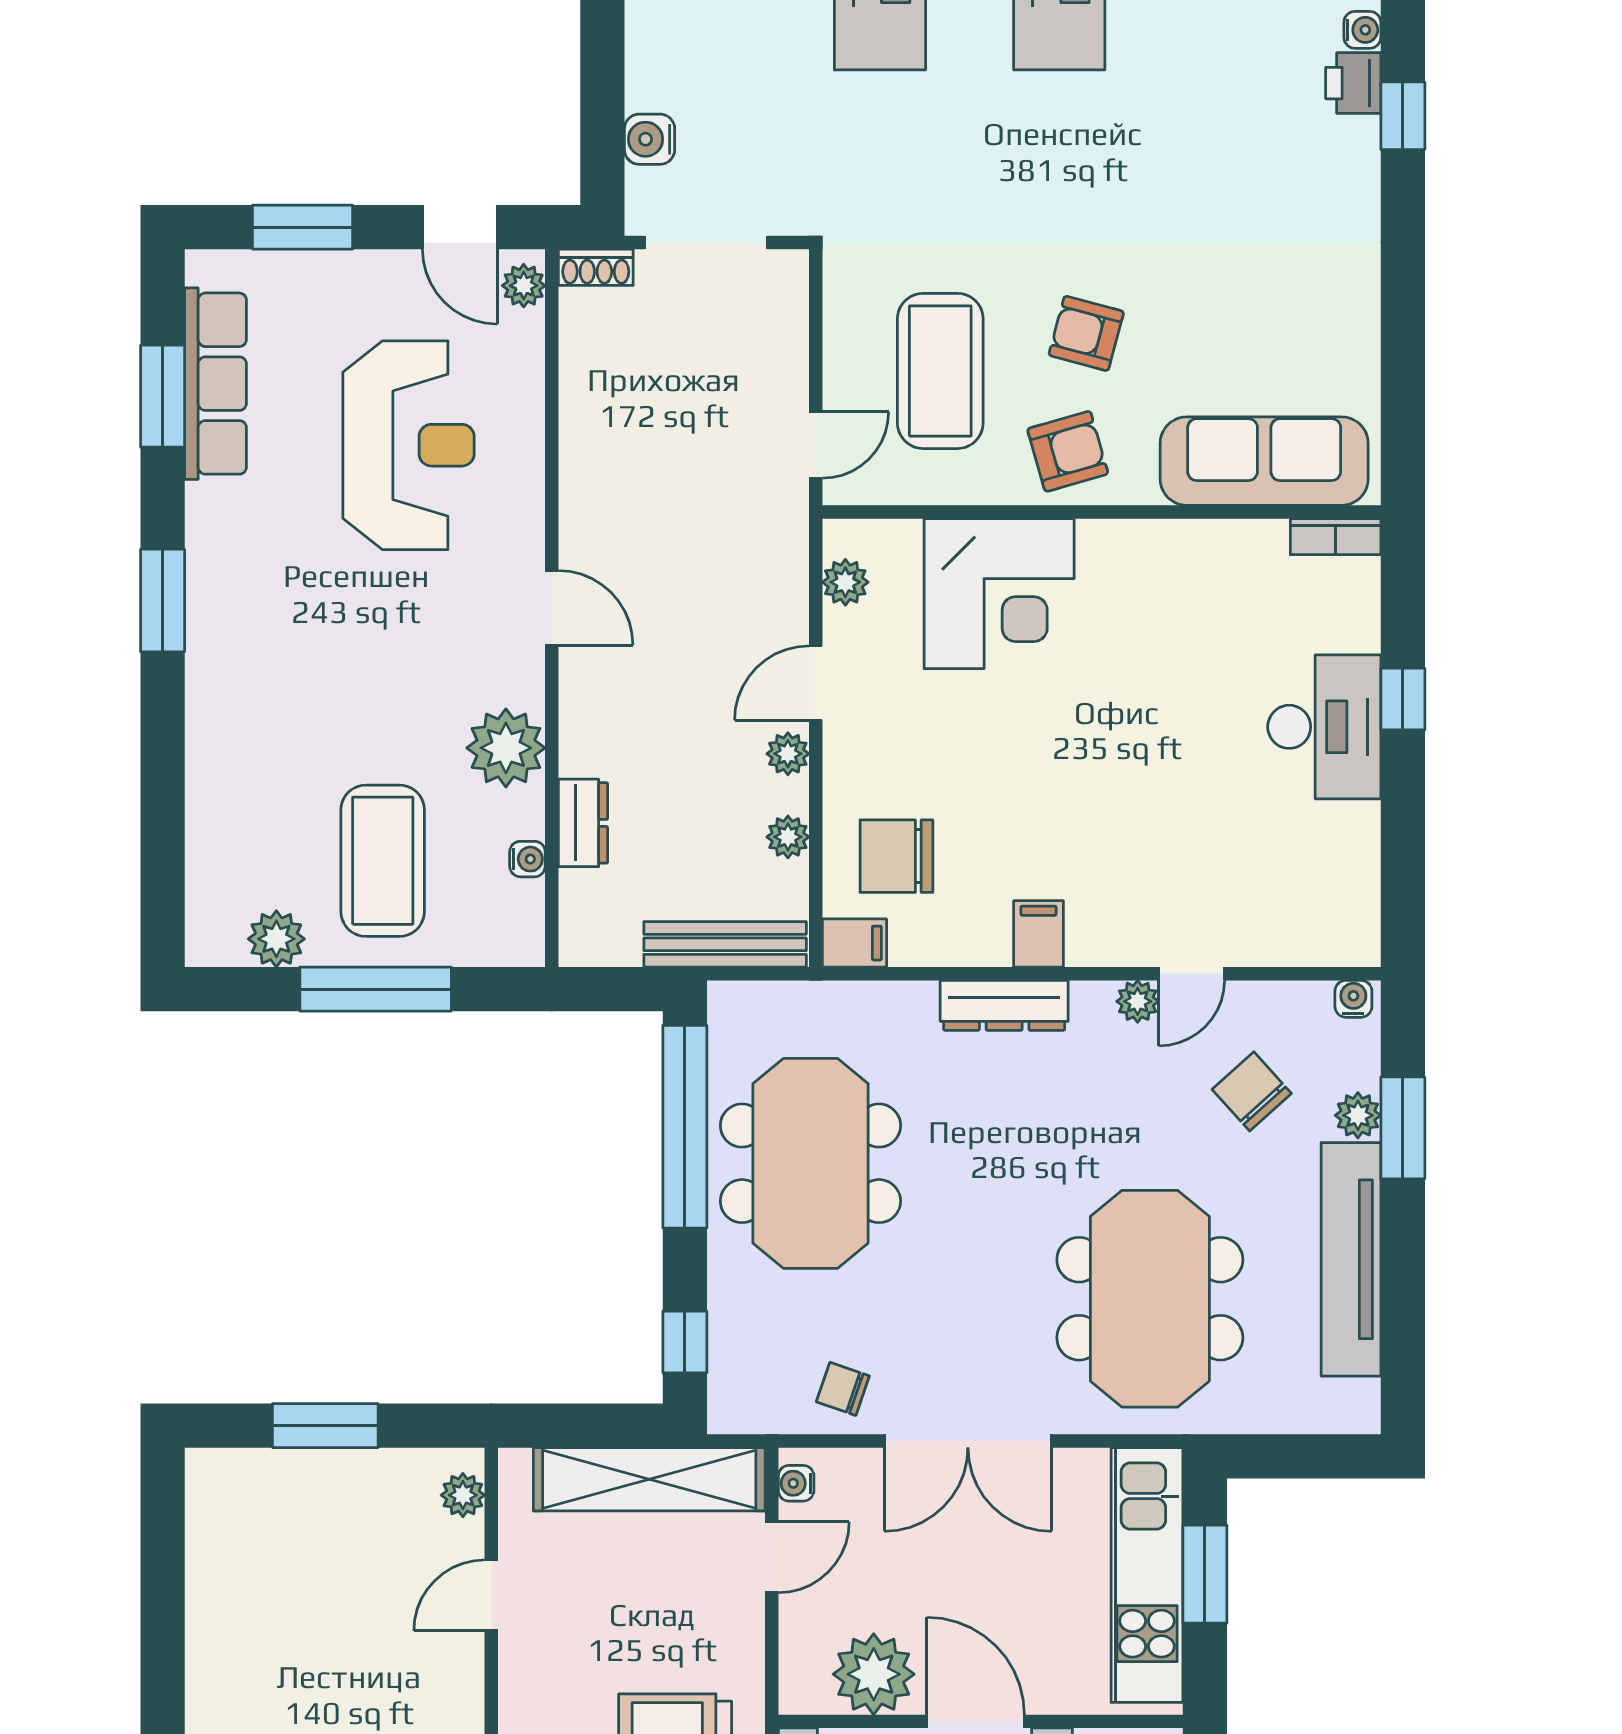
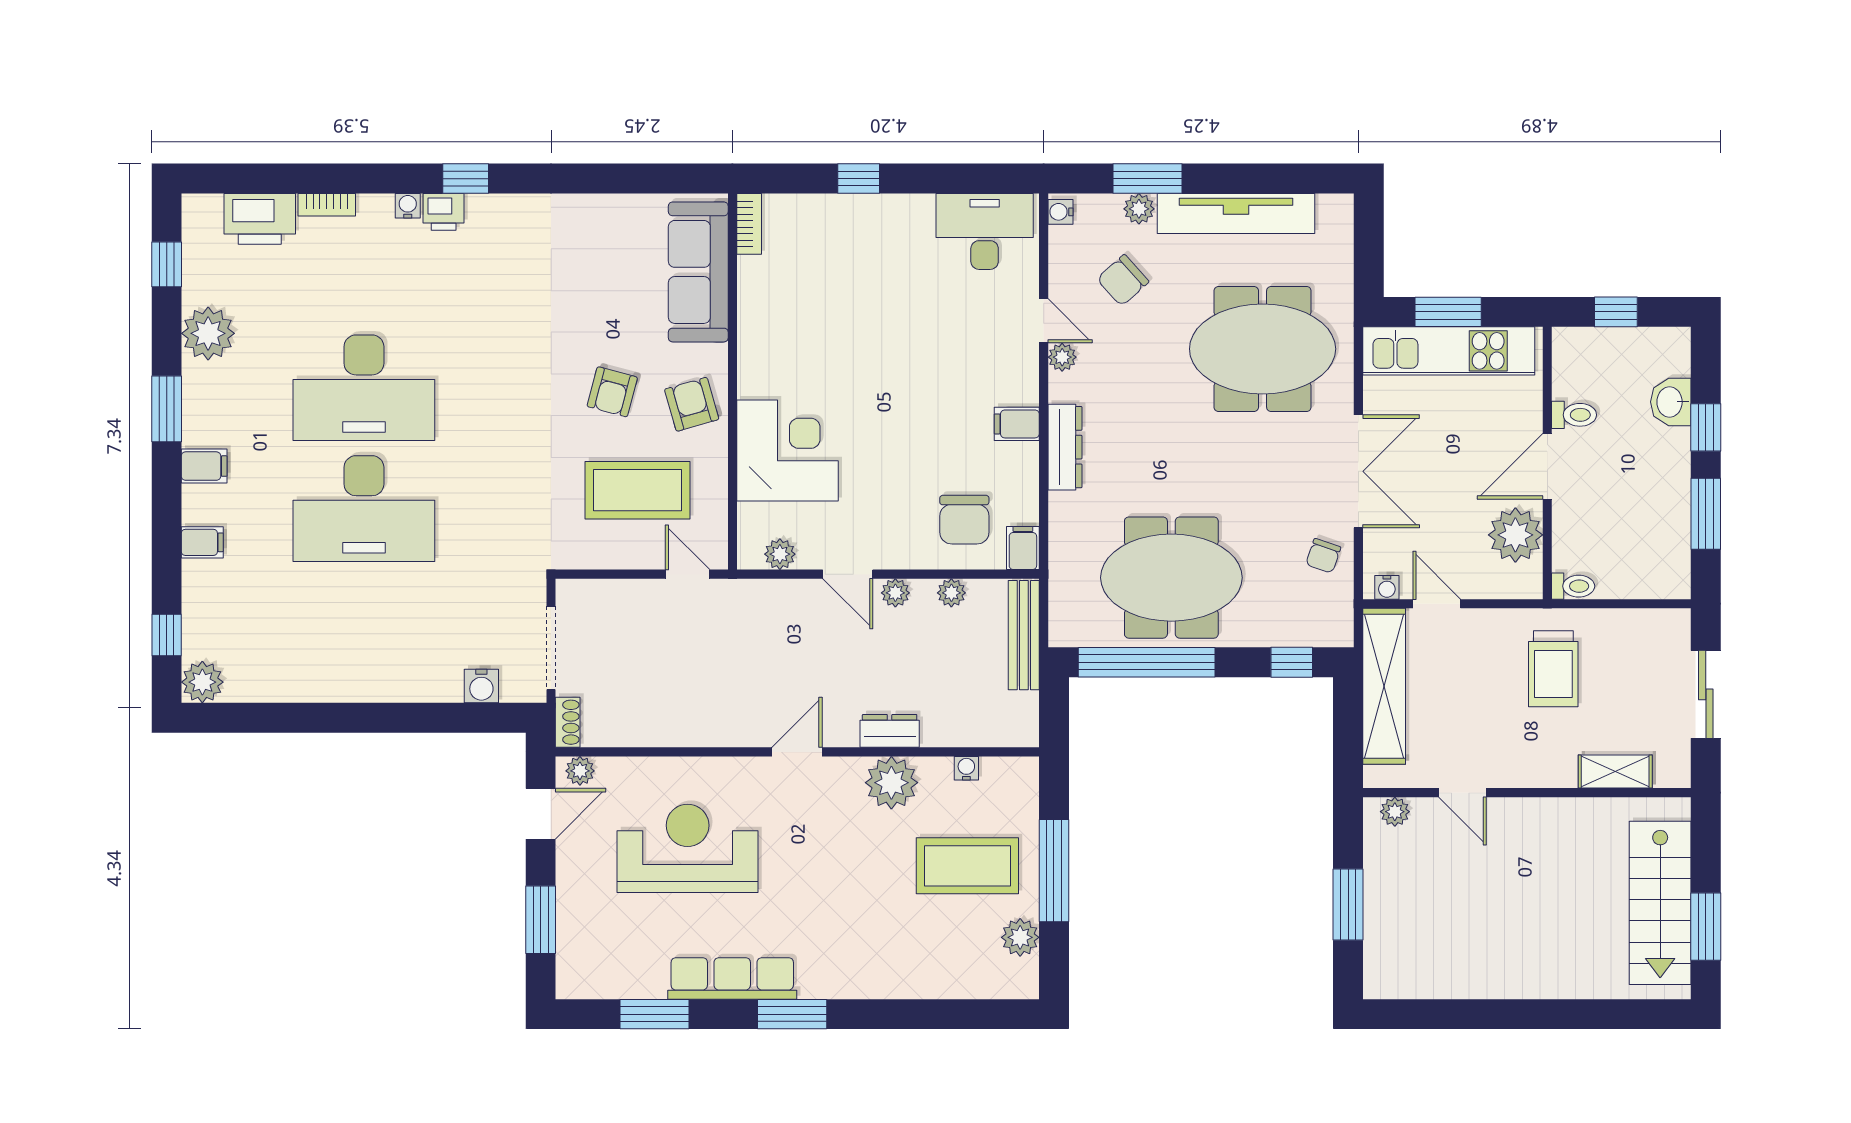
row of seats: (216, 384) -> (732, 978), moved
desk: (1324, 727) -> (985, 231), moved
dresser: (583, 823) -> (890, 731), moved

